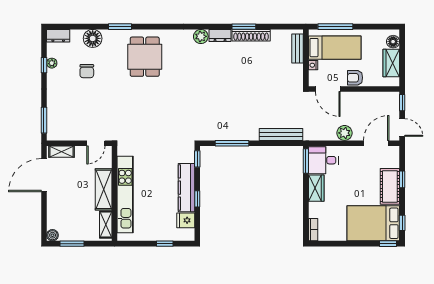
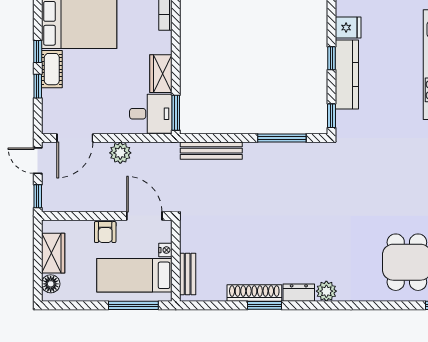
armchair: (355, 78) -> (105, 232), turned 90
cot: (390, 186) -> (52, 69), width x0.73, depth x0.75
window: (402, 223) -> (38, 52), moved

